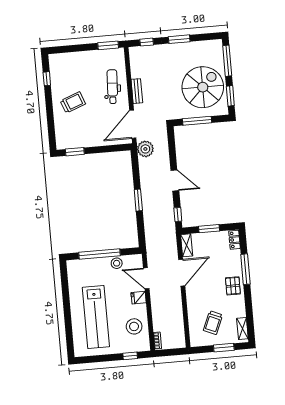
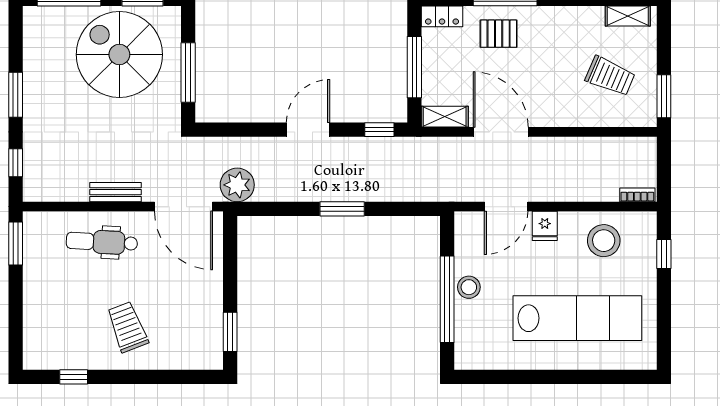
window: (209, 229) -> (414, 67), width x1.44
stool: (117, 263) -> (469, 287), moved
pallet: (233, 286) -> (499, 34), moved
window: (224, 348) -> (664, 96), moved

